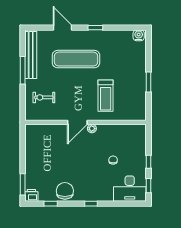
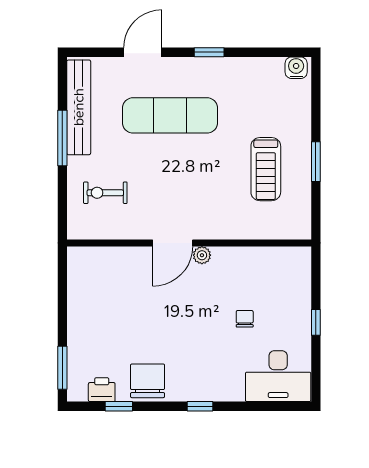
door: (62, 28) -> (143, 52), hinge flipped
treadmill: (106, 96) -> (266, 169), moved
window: (148, 186) -> (316, 370), removed
printer: (31, 195) -> (102, 390), moved

